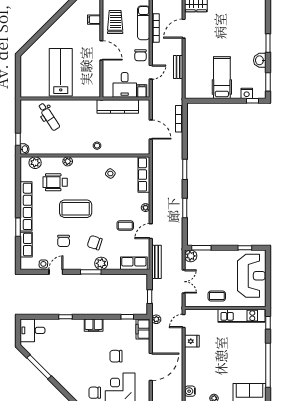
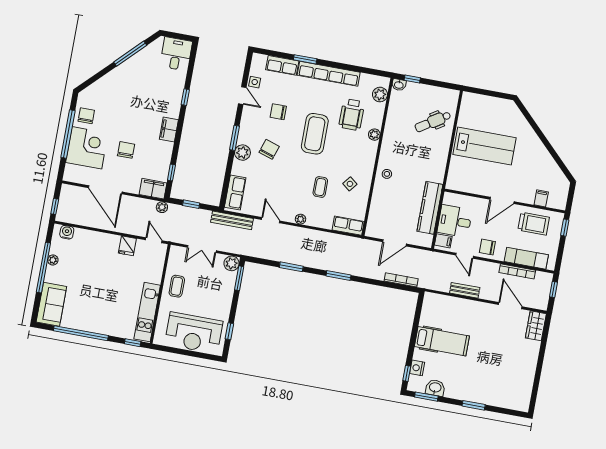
washbasin: (260, 60) -> (435, 388), moved
row of seats: (144, 175) -> (348, 226), width x0.68
wheelchair: (55, 182) -> (352, 115), turned 180
coffee table: (125, 226) -> (320, 187), moved

